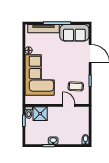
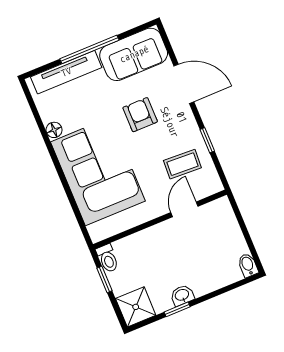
armchair: (67, 59) -> (140, 115), added
door: (69, 105) -> (184, 209), hinge flipped
shower: (40, 114) -> (136, 307), moved

